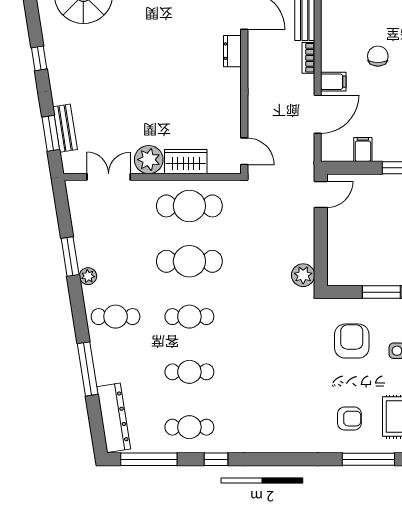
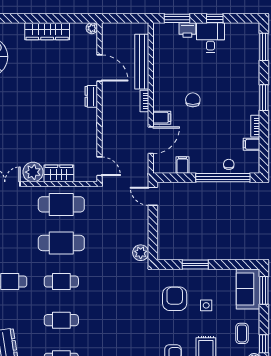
door: (321, 194) -> (153, 196), swing flipped

